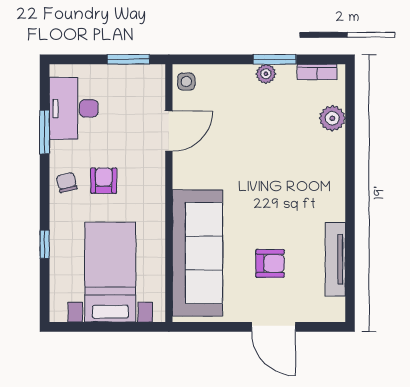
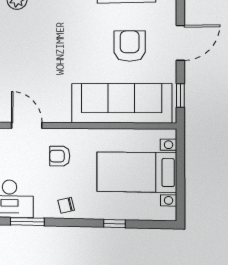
armchair: (104, 181) -> (60, 156), moved
armchair: (270, 263) -> (130, 46), width x1.38, depth x1.38
window: (207, 327) -> (180, 96), added

